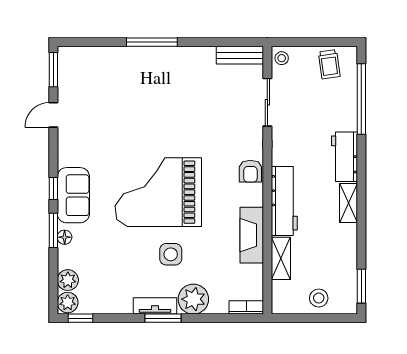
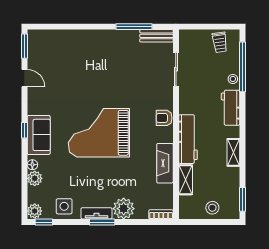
window: (152, 42) -> (134, 27), moved
stool: (282, 58) -> (233, 79), moved
door: (53, 115) -> (24, 78), swing flipped
armchair: (250, 171) -> (164, 118), turned 90
shelving: (348, 203) -> (233, 152), moved
window: (53, 230) -> (24, 160), removed
side table: (171, 254) -> (64, 206), moved
plant: (68, 280) -> (35, 178), moved

